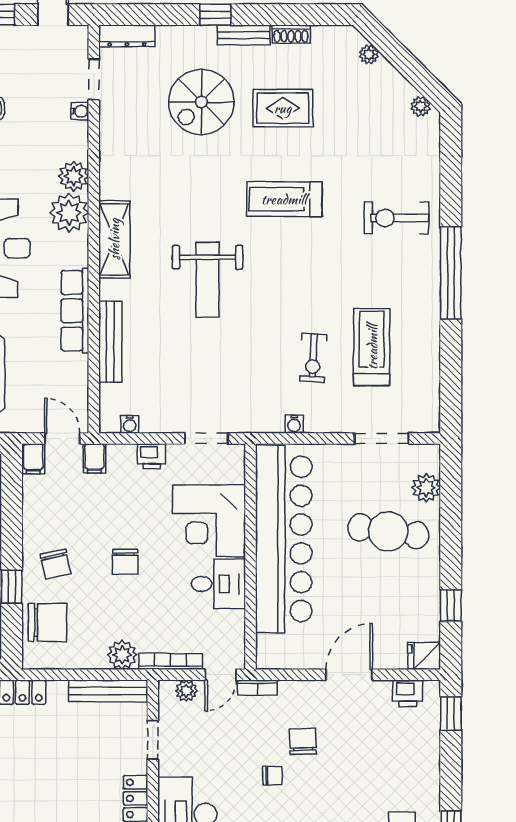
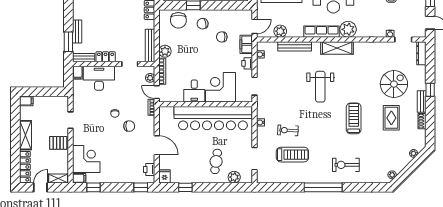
spiral stairs: (201, 102) -> (394, 84), turned 90
plant: (74, 176) -> (280, 31), moved
exercise bike: (397, 218) -> (346, 165), turned -90
weight bench: (208, 280) -> (320, 87), turned -90
row of seats: (75, 311) -> (322, 32), moved
filing cabinet: (94, 458) -> (246, 44), width x2.00
filing cabinet: (33, 459) -> (246, 14), removed
cafe table: (388, 531) -> (216, 161), width x0.73, depth x0.74
chair: (125, 562) -> (222, 37), moved

